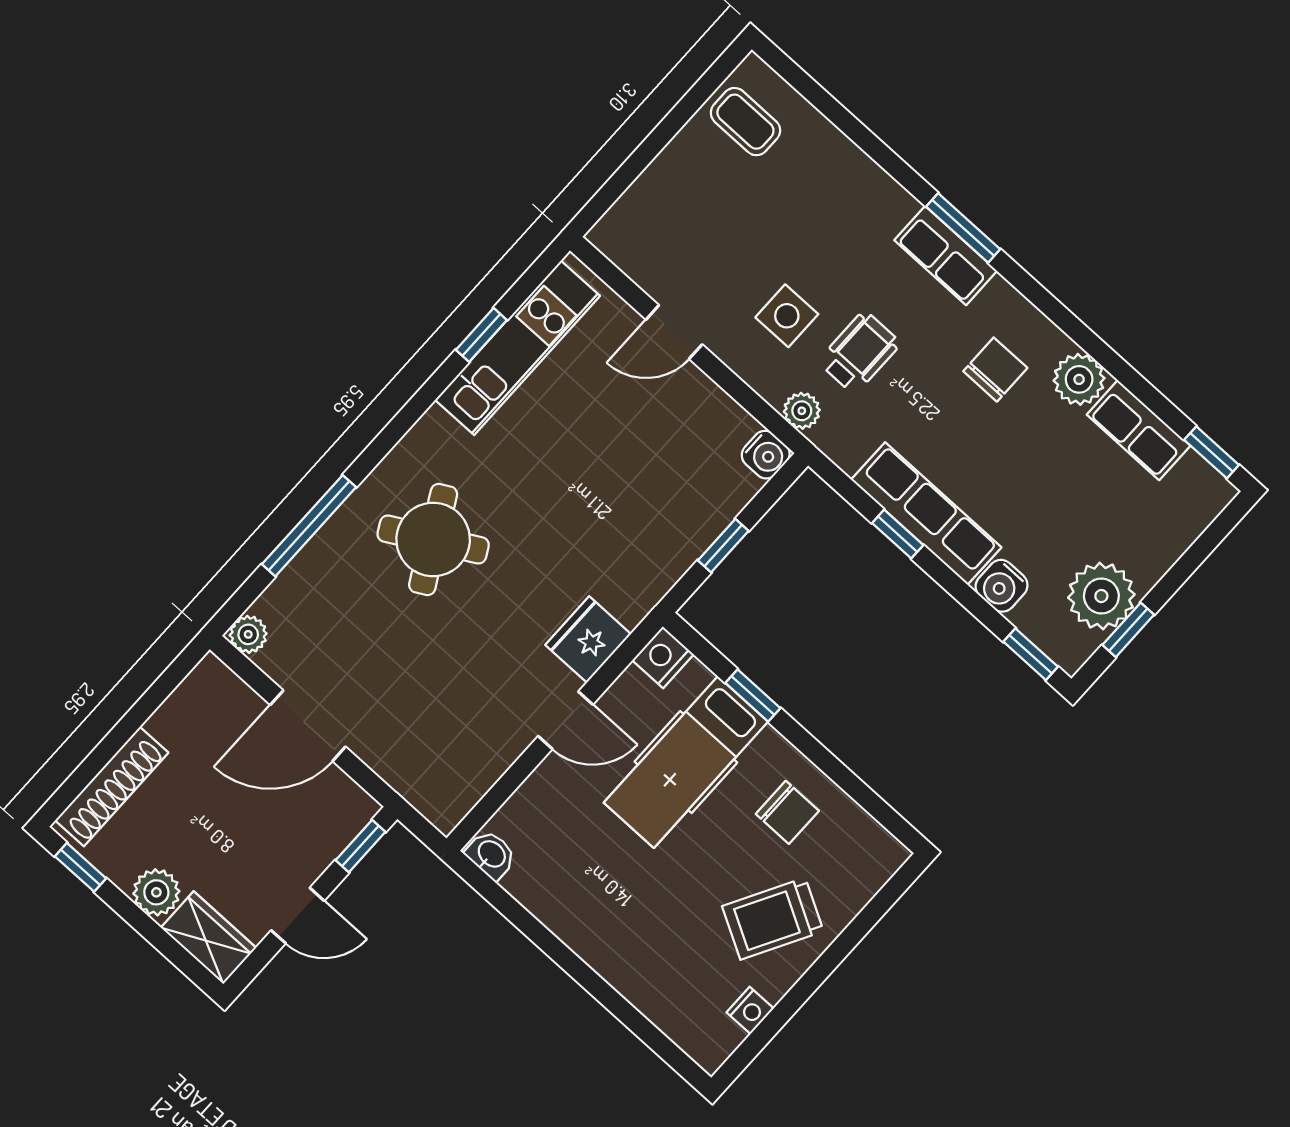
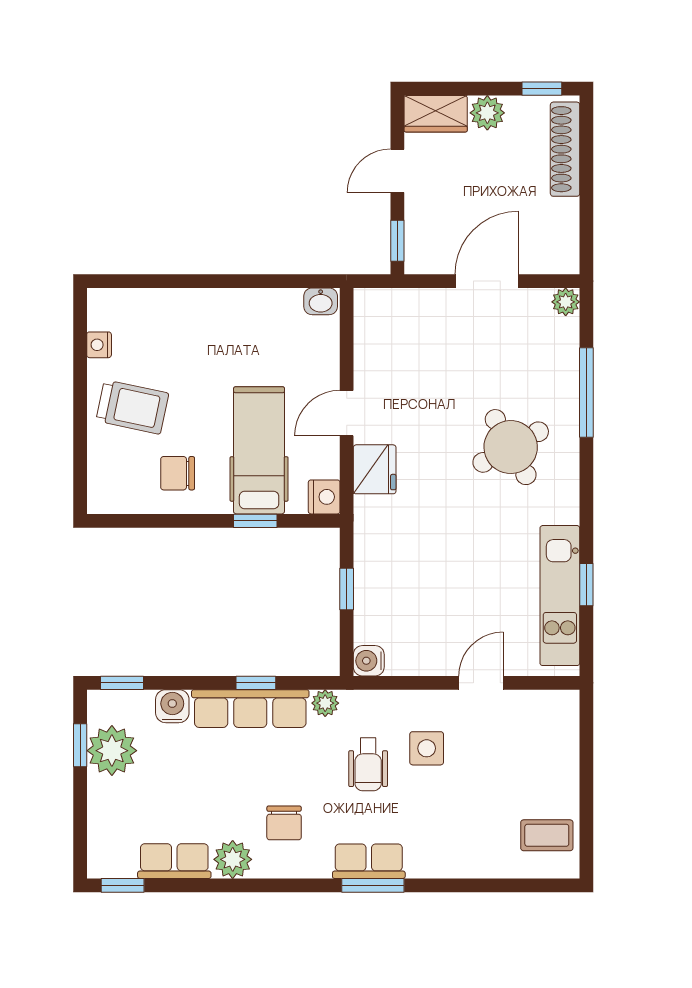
plant: (802, 411) -> (325, 703), moved
trolley: (773, 919) -> (132, 407), turned 73

